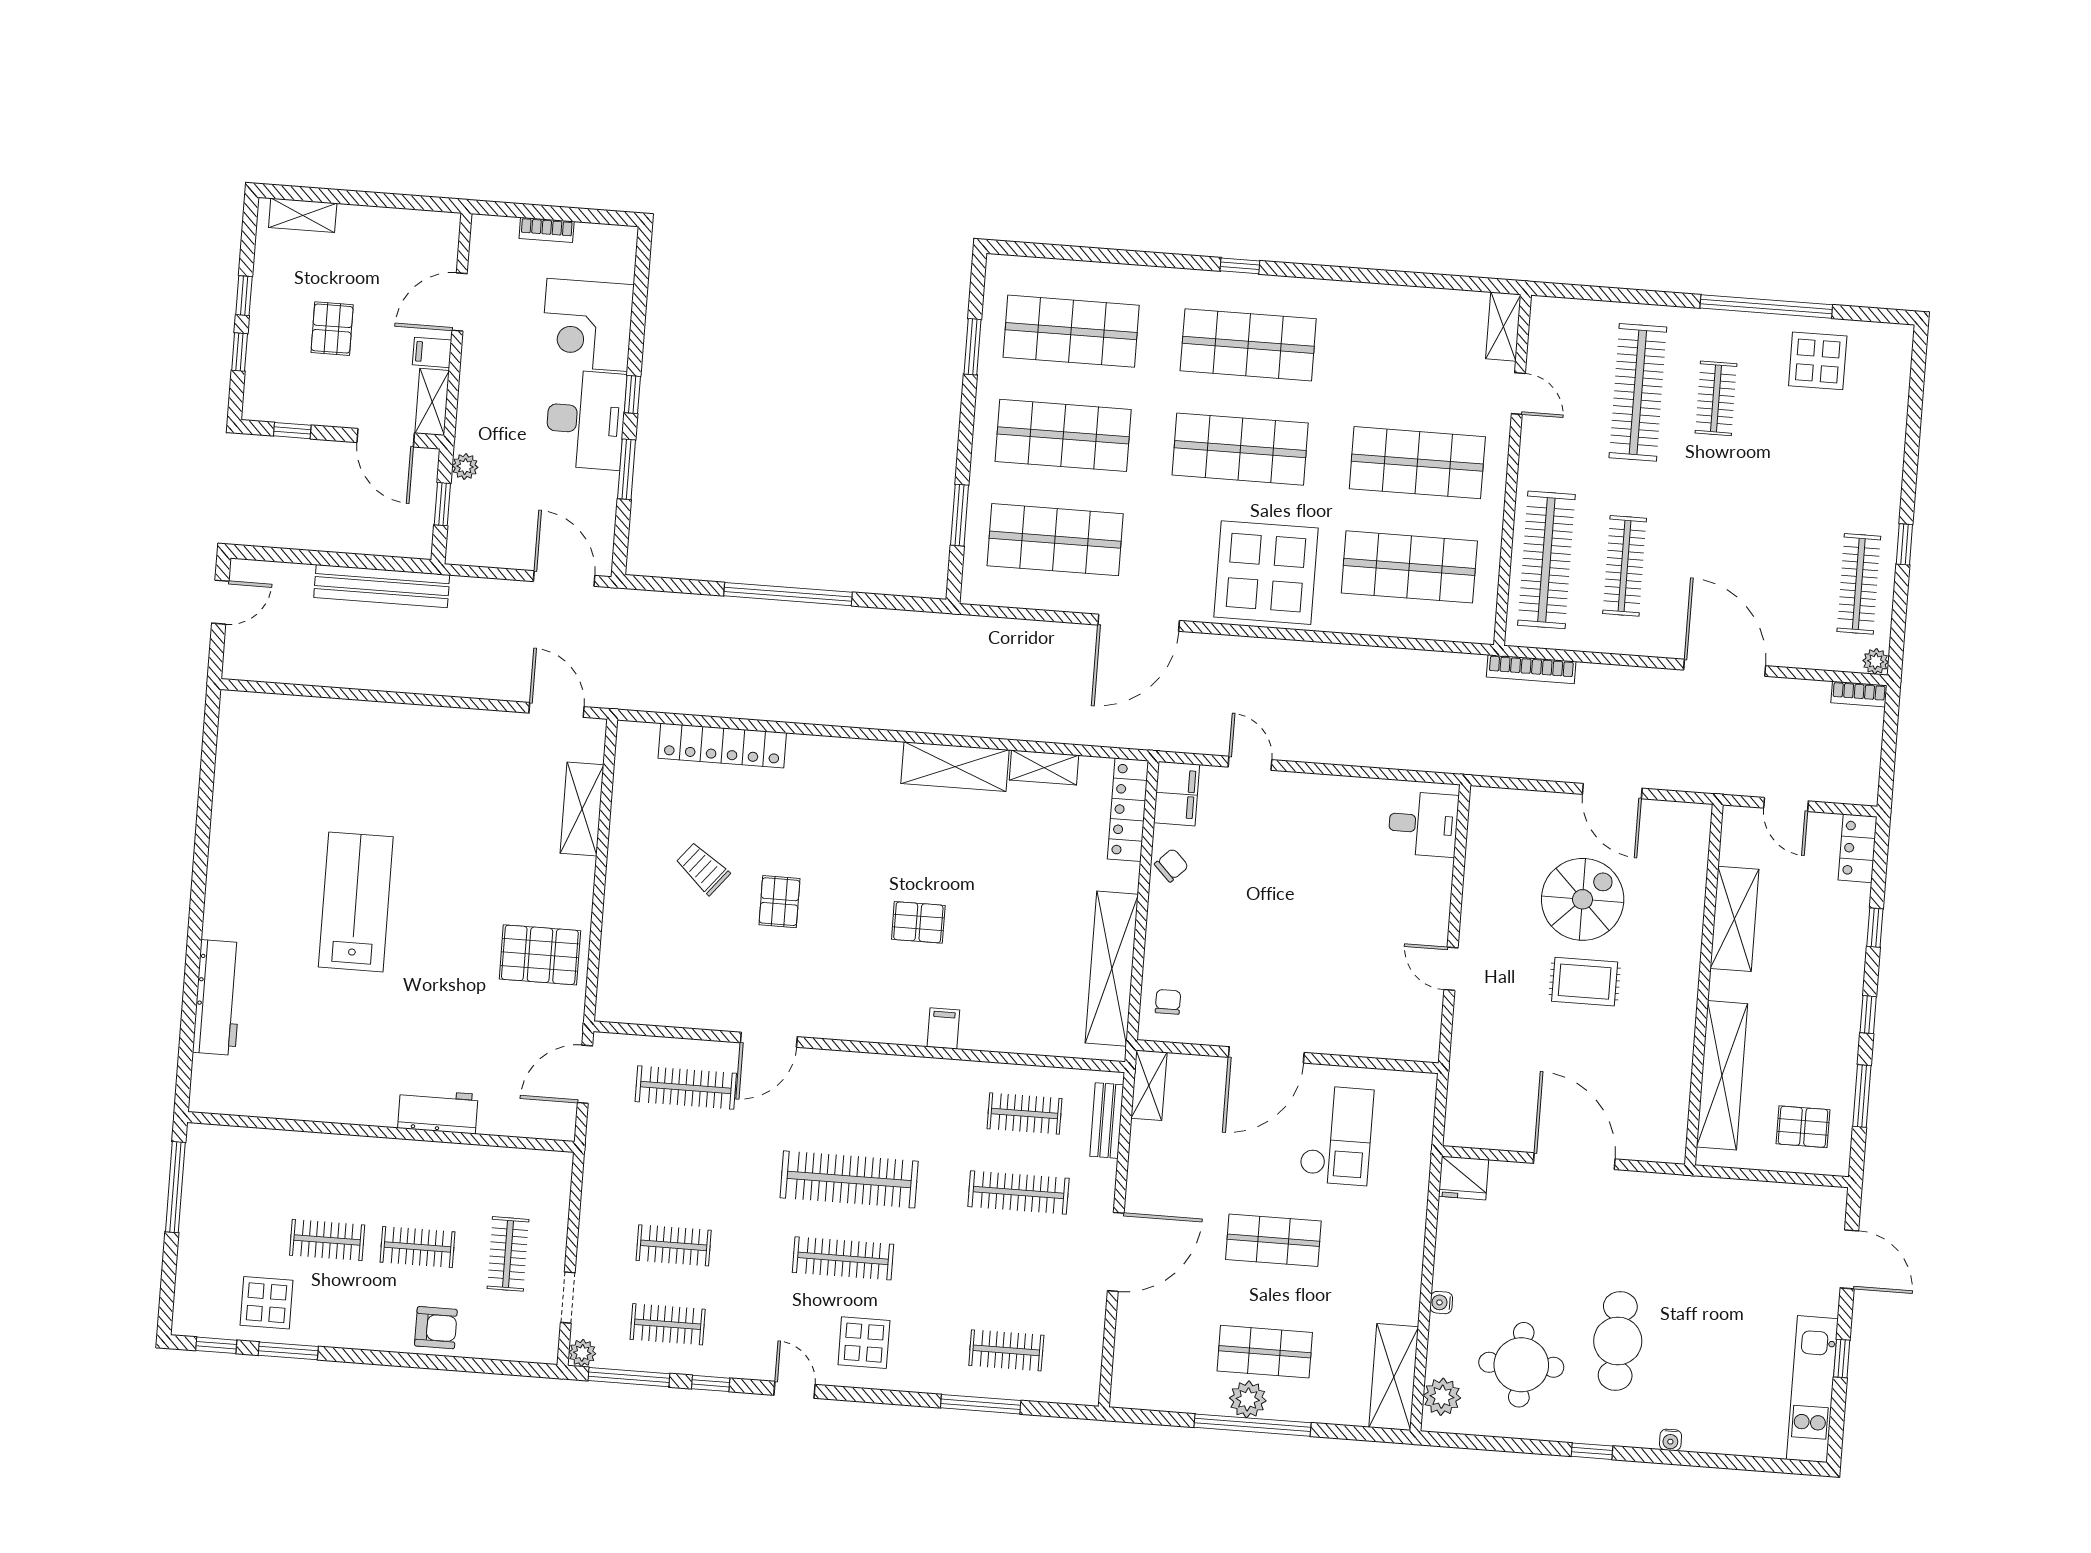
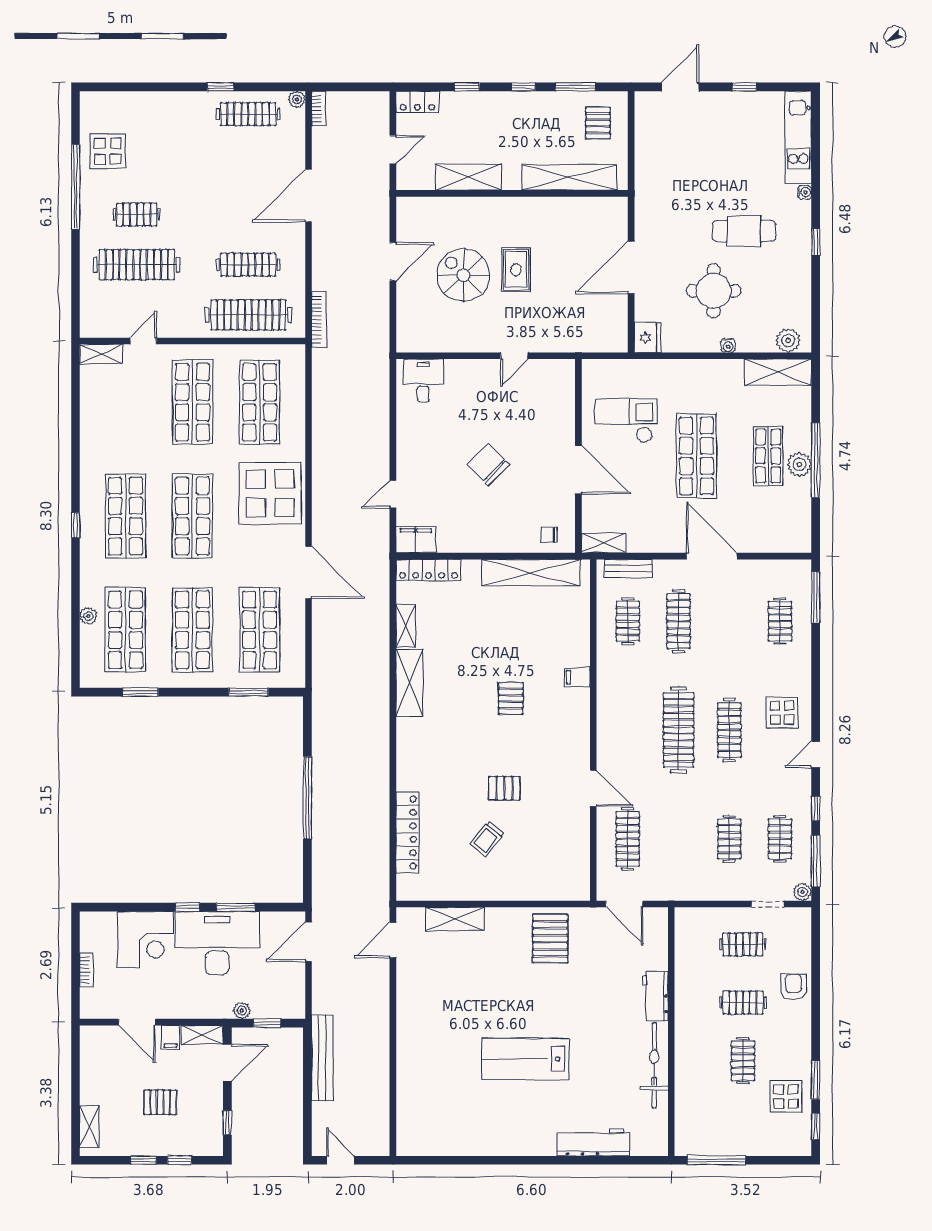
plant: (1097, 275) -> (88, 616), added
desk: (586, 420) -> (217, 943), width x1.36, depth x1.30
chair: (1171, 865) -> (488, 465), moved, width x1.87, depth x1.87
bicycle: (330, 1101) -> (654, 1065), added
shop shelf: (1273, 1240) -> (696, 456), width x1.43, depth x1.36
clothes rail: (418, 1247) -> (743, 1003), turned 90
round table: (1521, 1365) -> (714, 291), moved
kitchen unit: (1812, 1389) -> (798, 137), moved, turned 90
window: (981, 1404) -> (816, 597), moved

